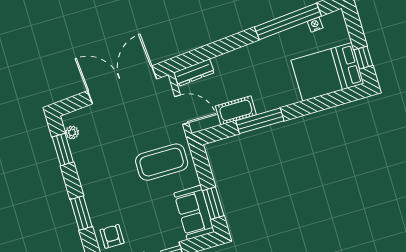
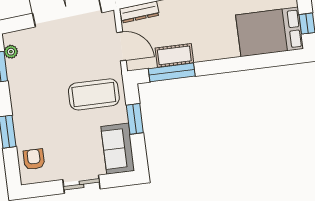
window: (260, 121) -> (172, 72), moved
window: (213, 203) -> (135, 119), moved

